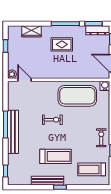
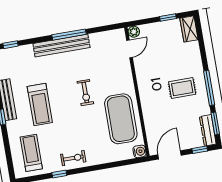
wardrobe: (32, 31) -> (189, 29), moved
rug: (62, 44) -> (182, 88), turned 90

